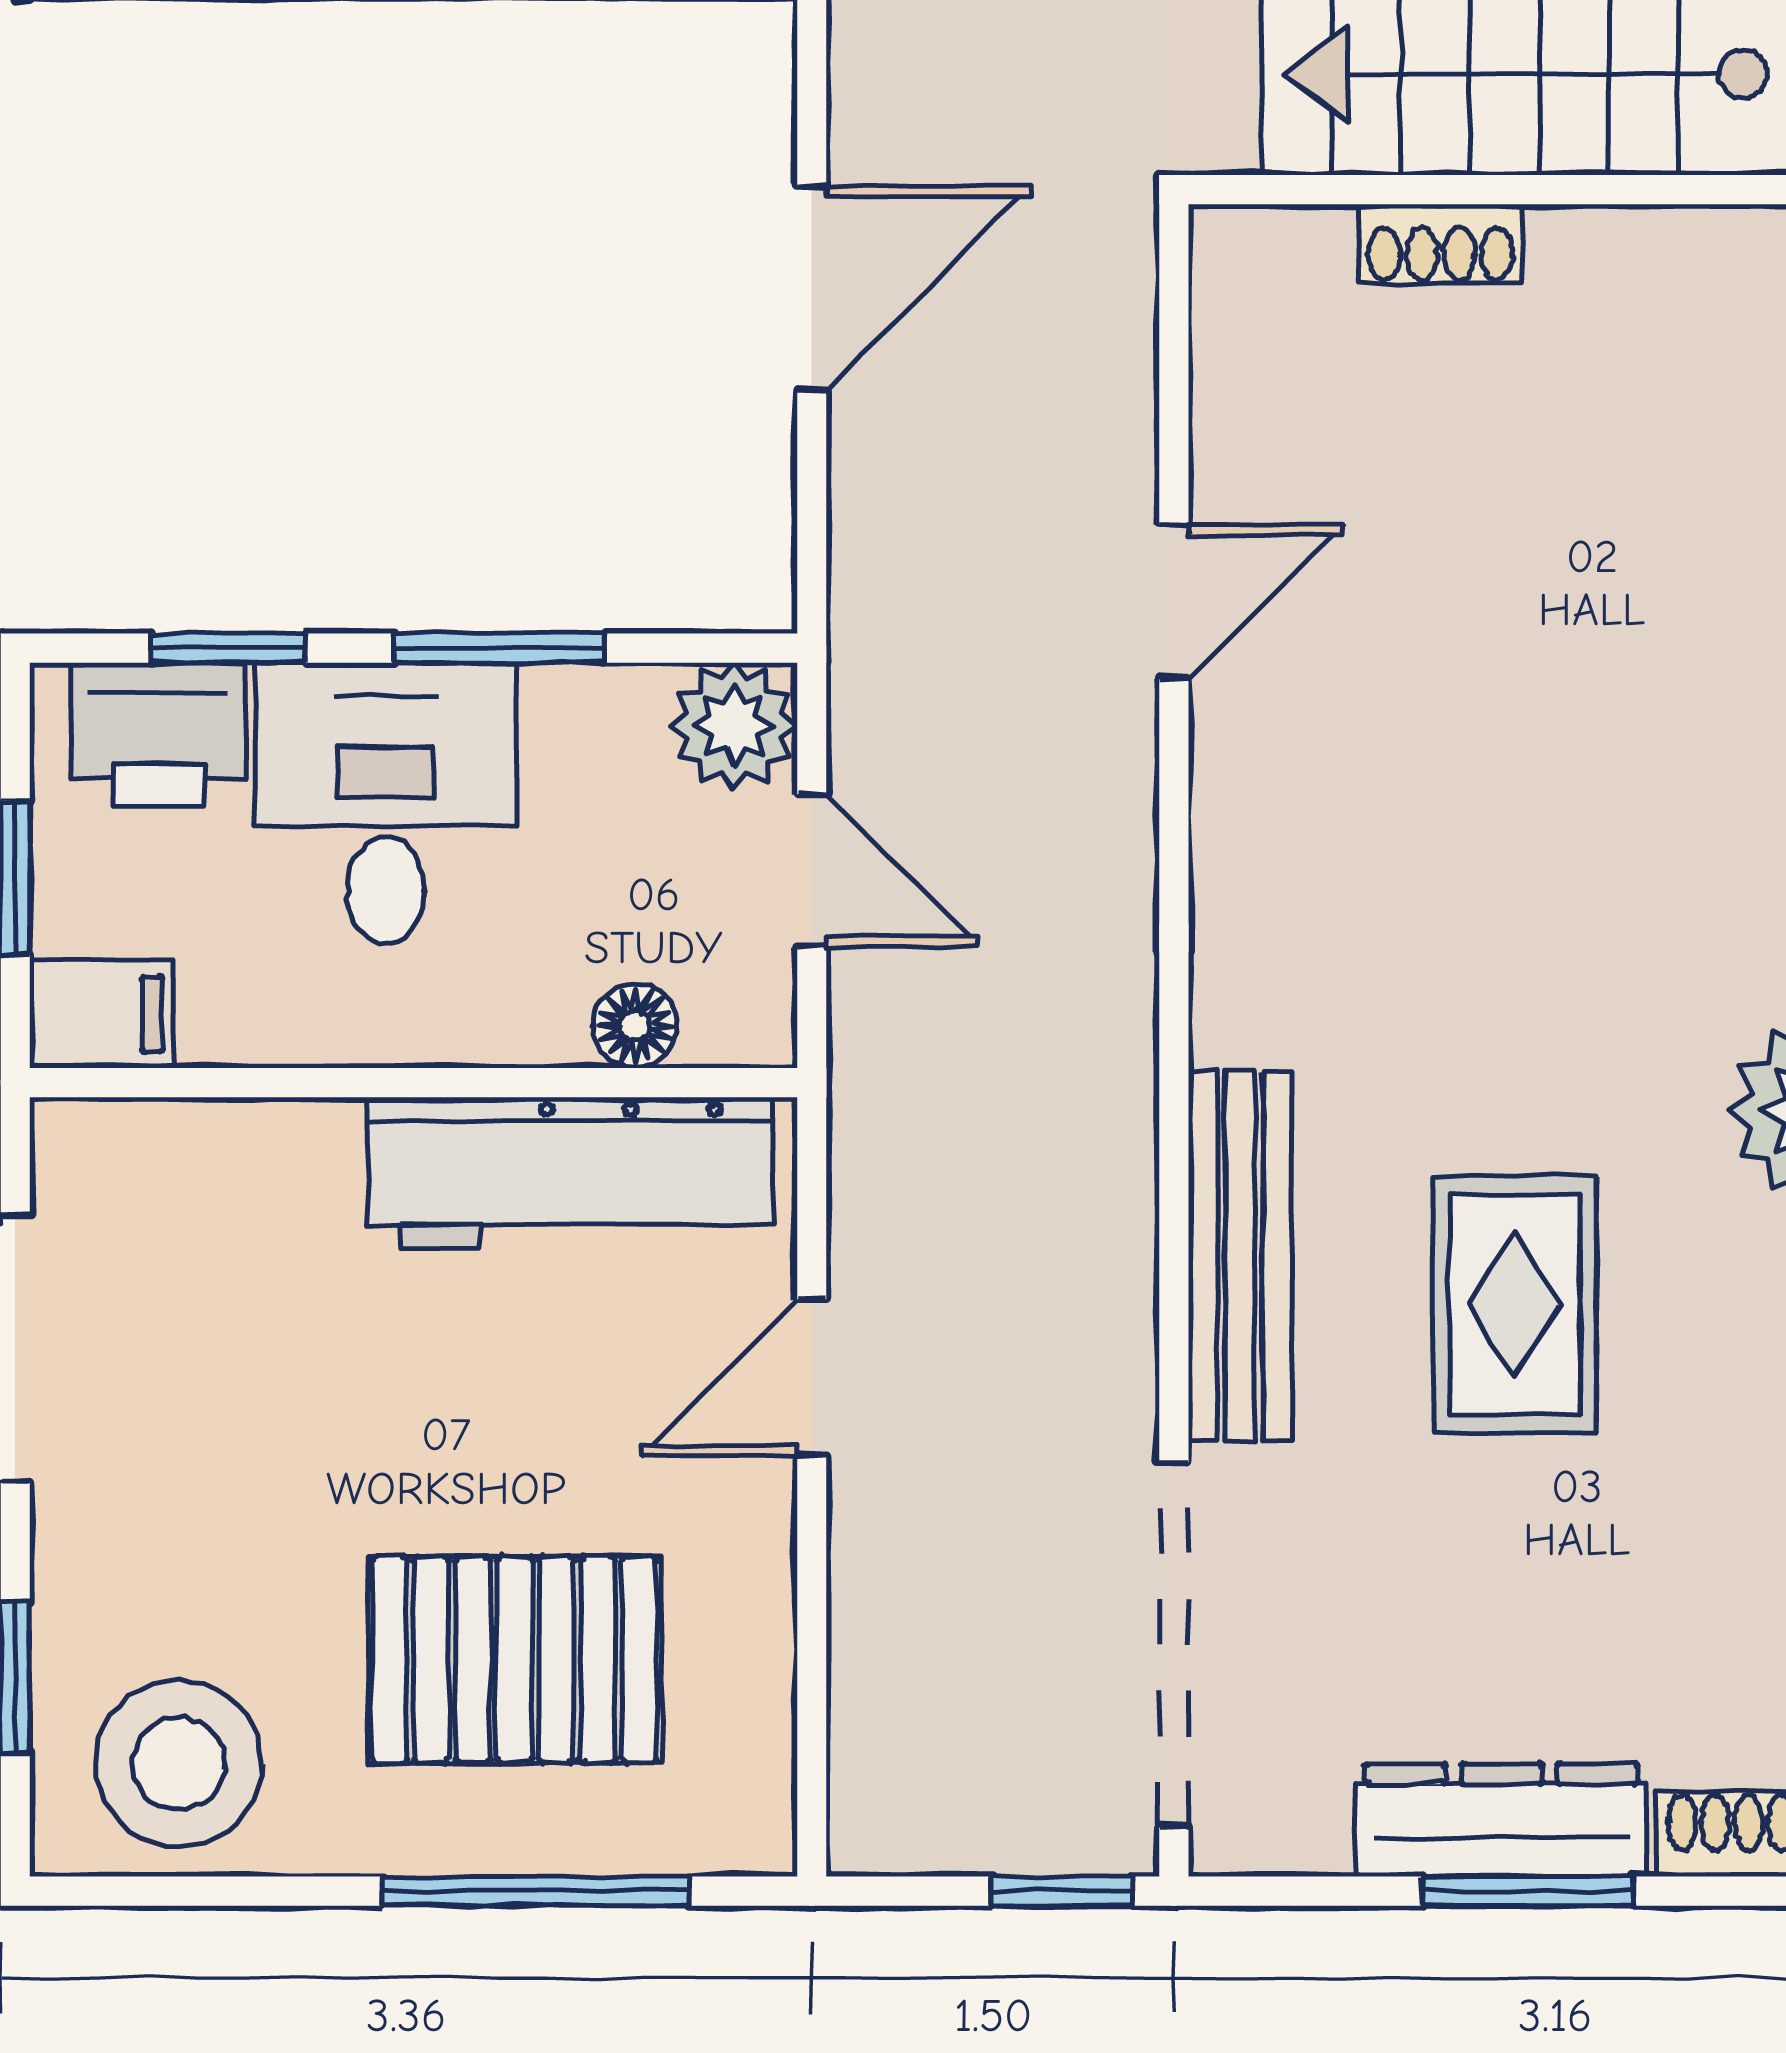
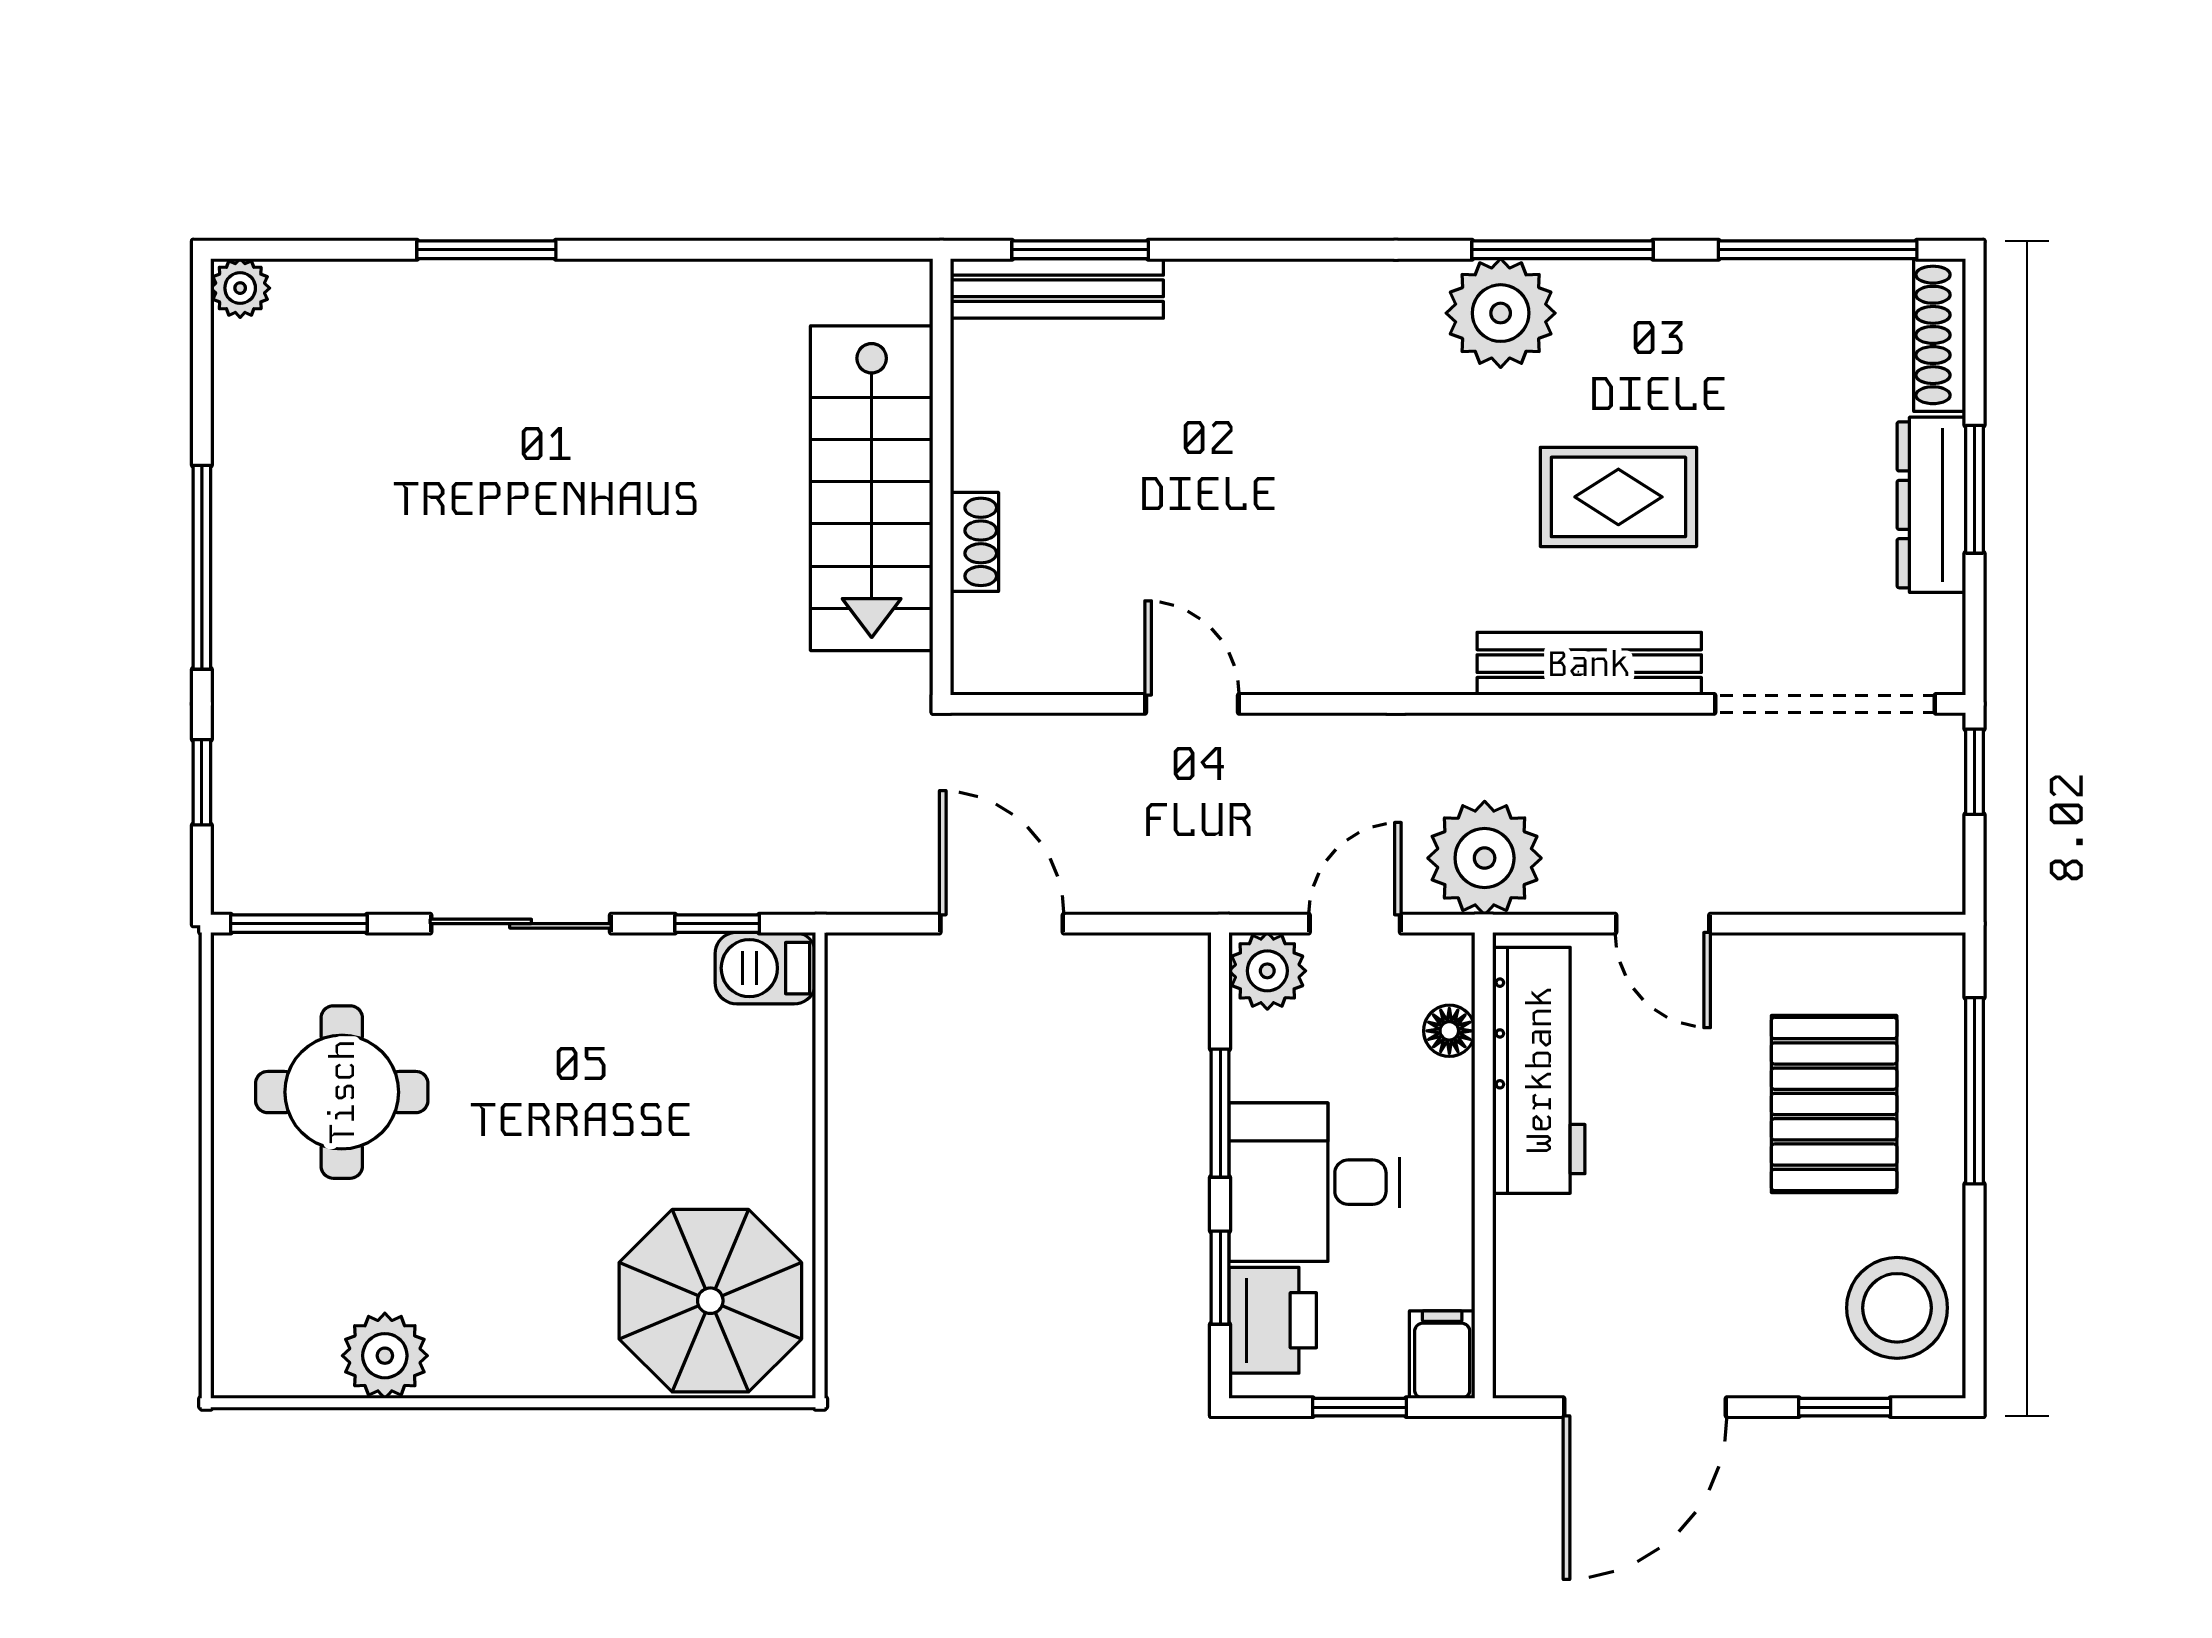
plant: (920, 1084) -> (1485, 858), added

